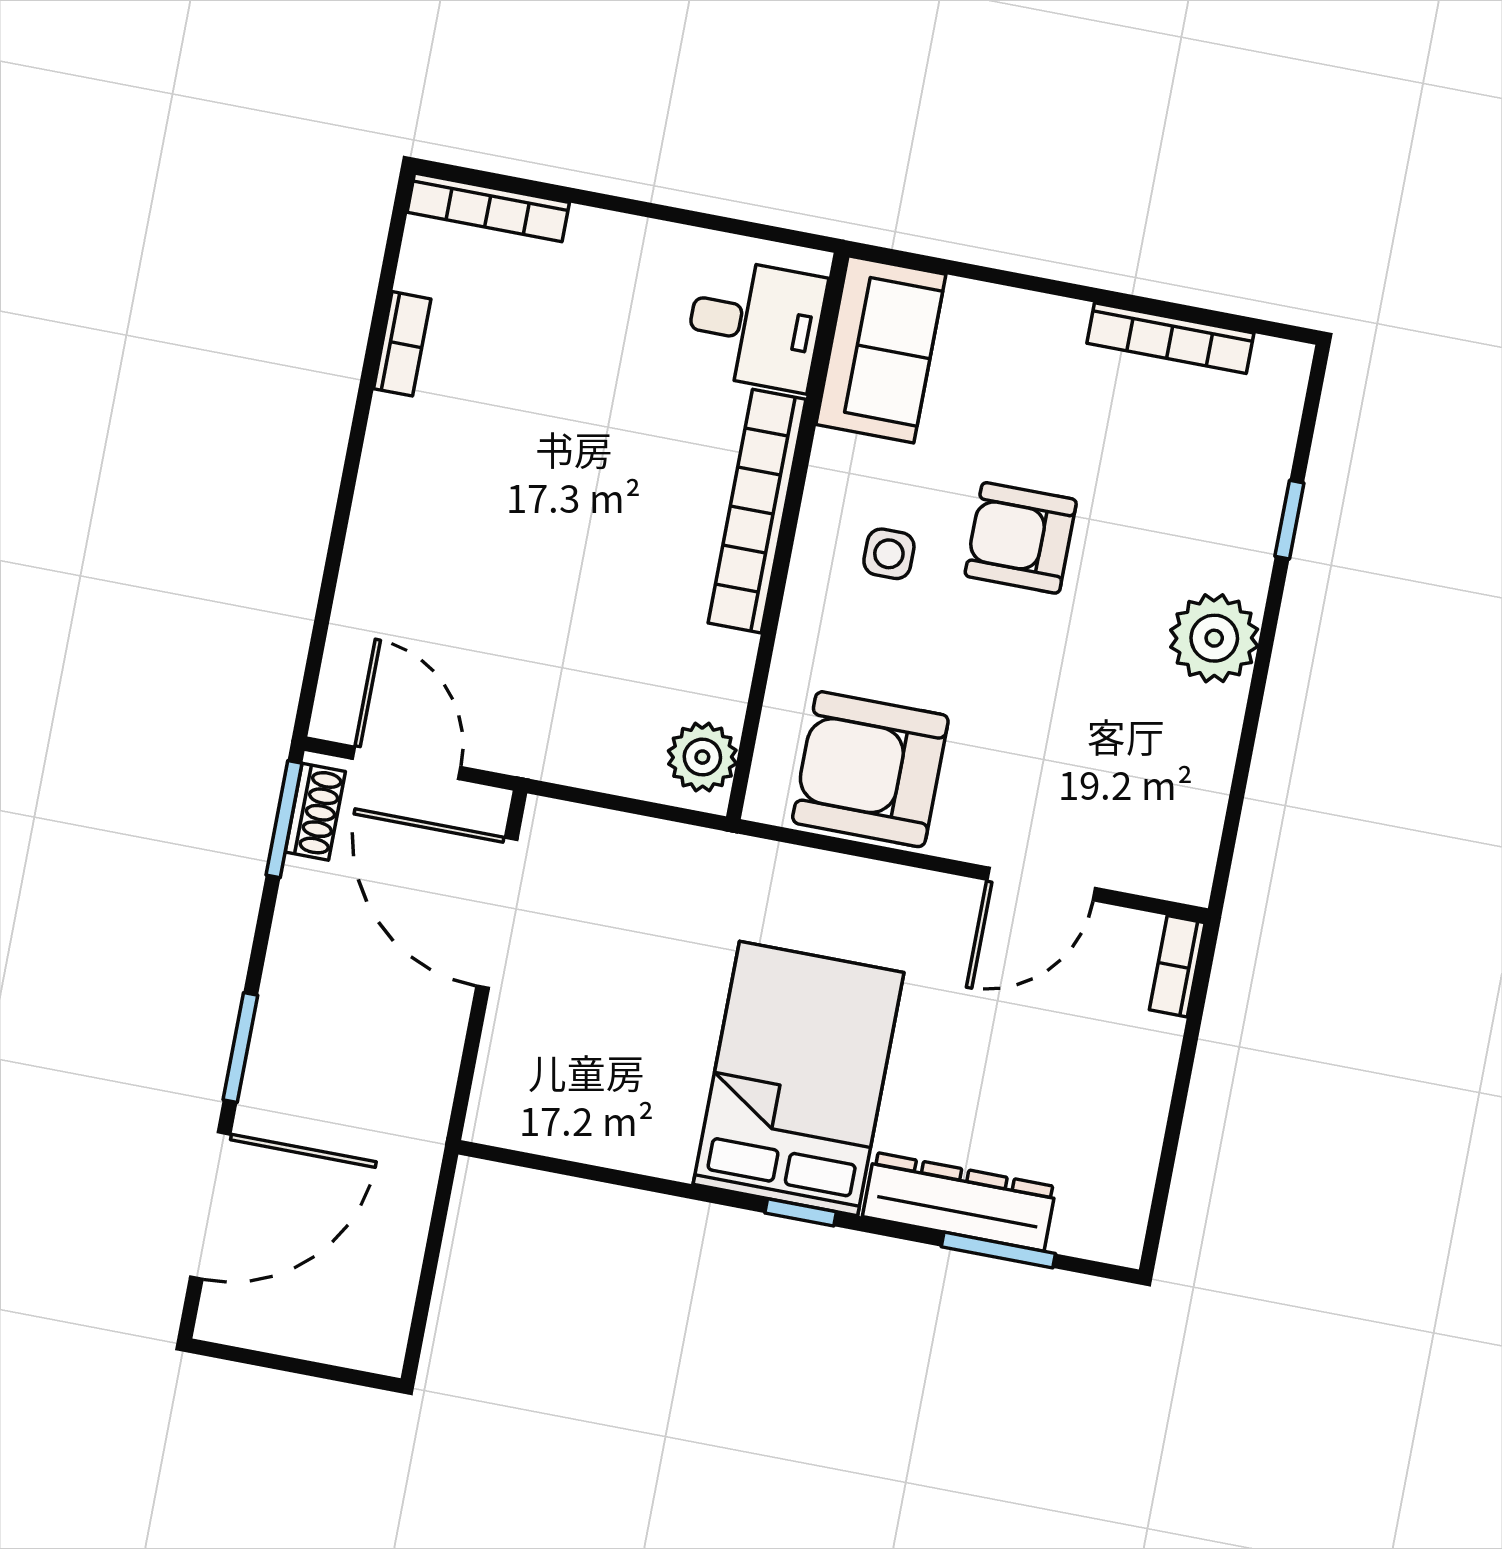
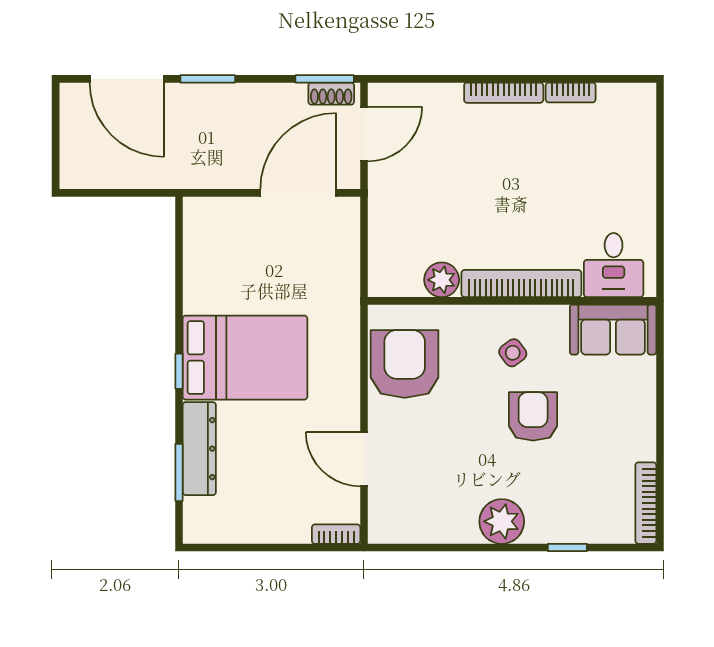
bookcase: (488, 207) -> (504, 93), moved, turned -90
bookcase: (1170, 338) -> (646, 503), moved
side table: (889, 554) -> (513, 353), turned -37
plant: (702, 757) -> (442, 280), moved

